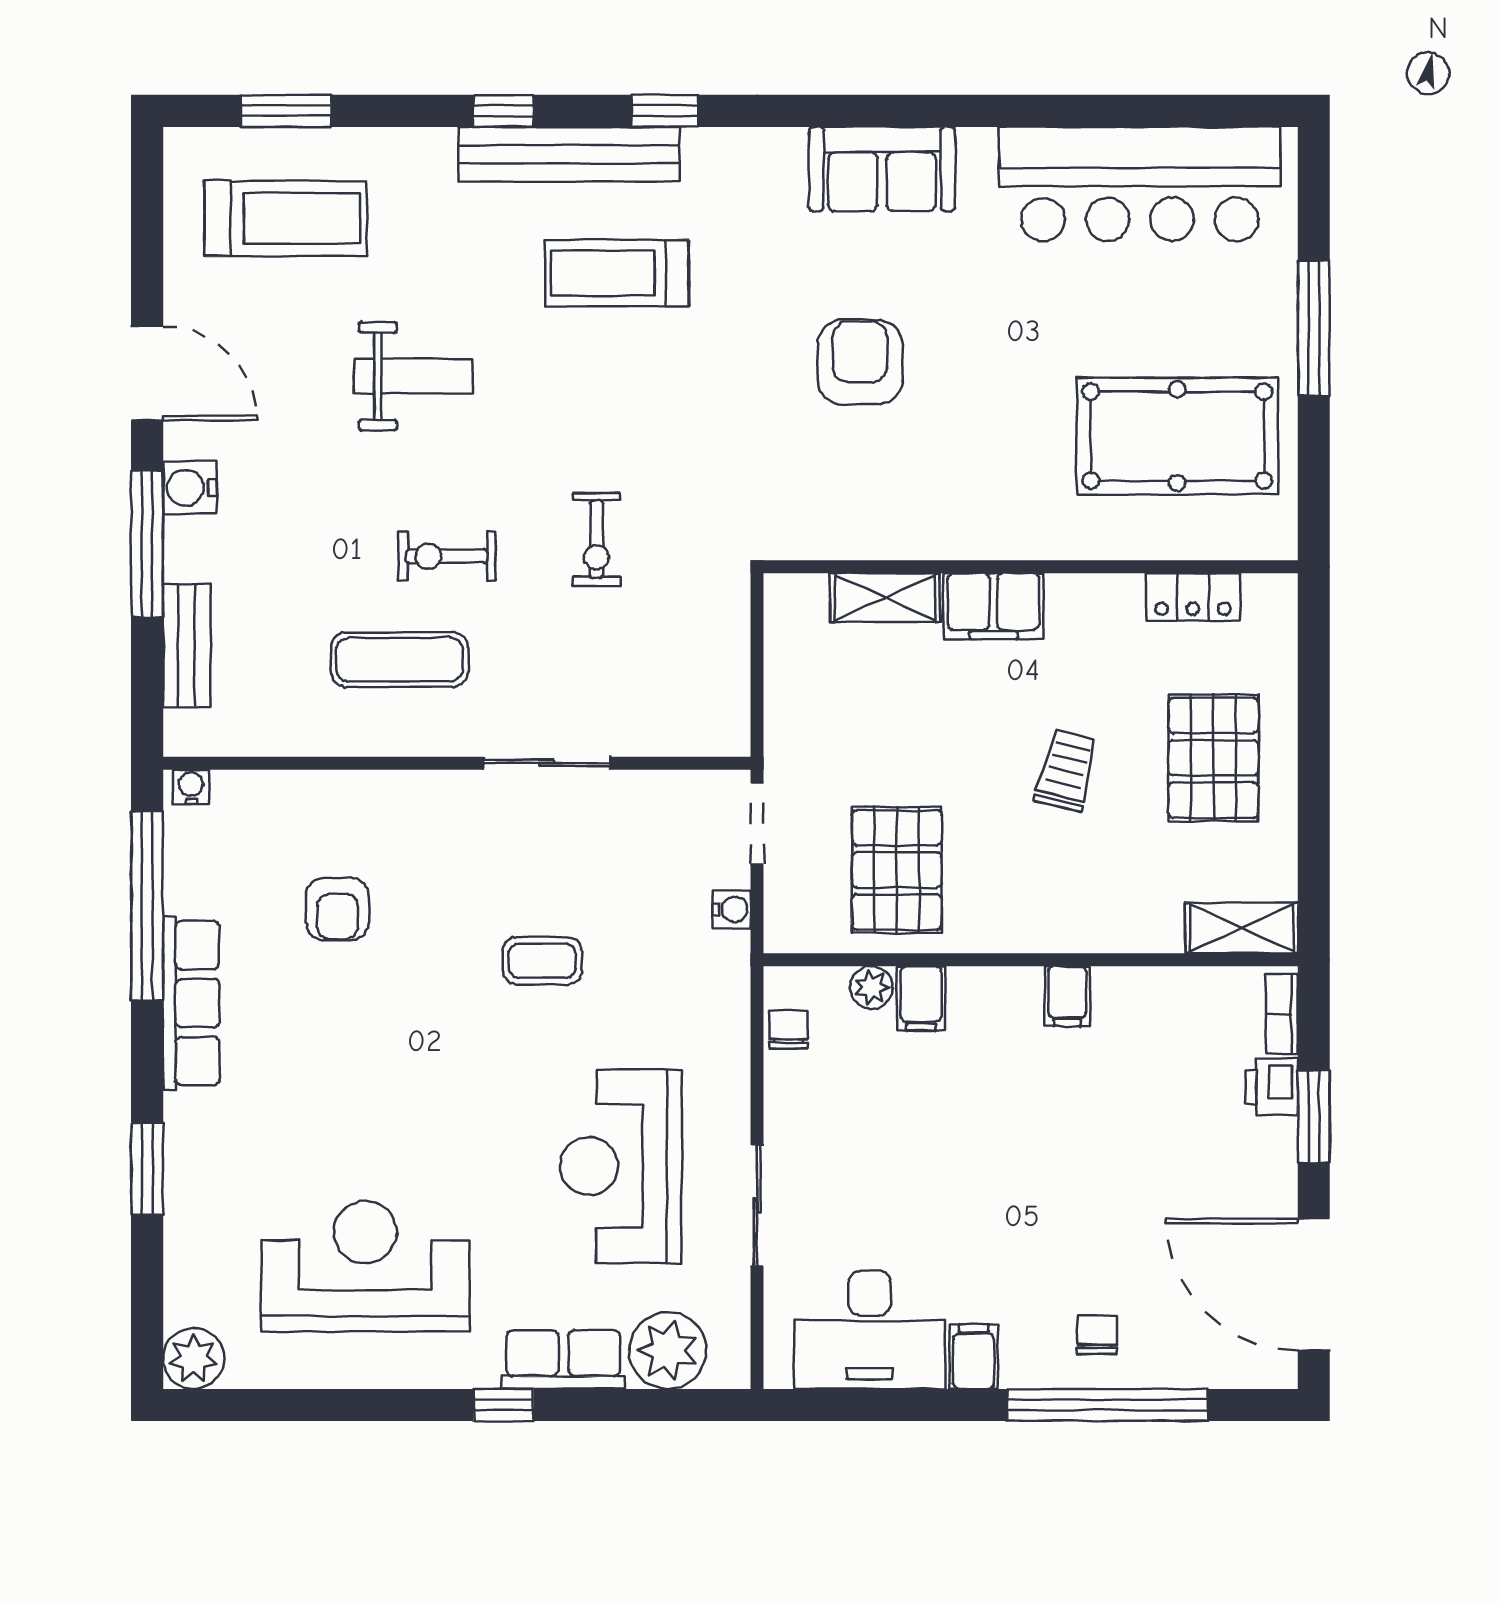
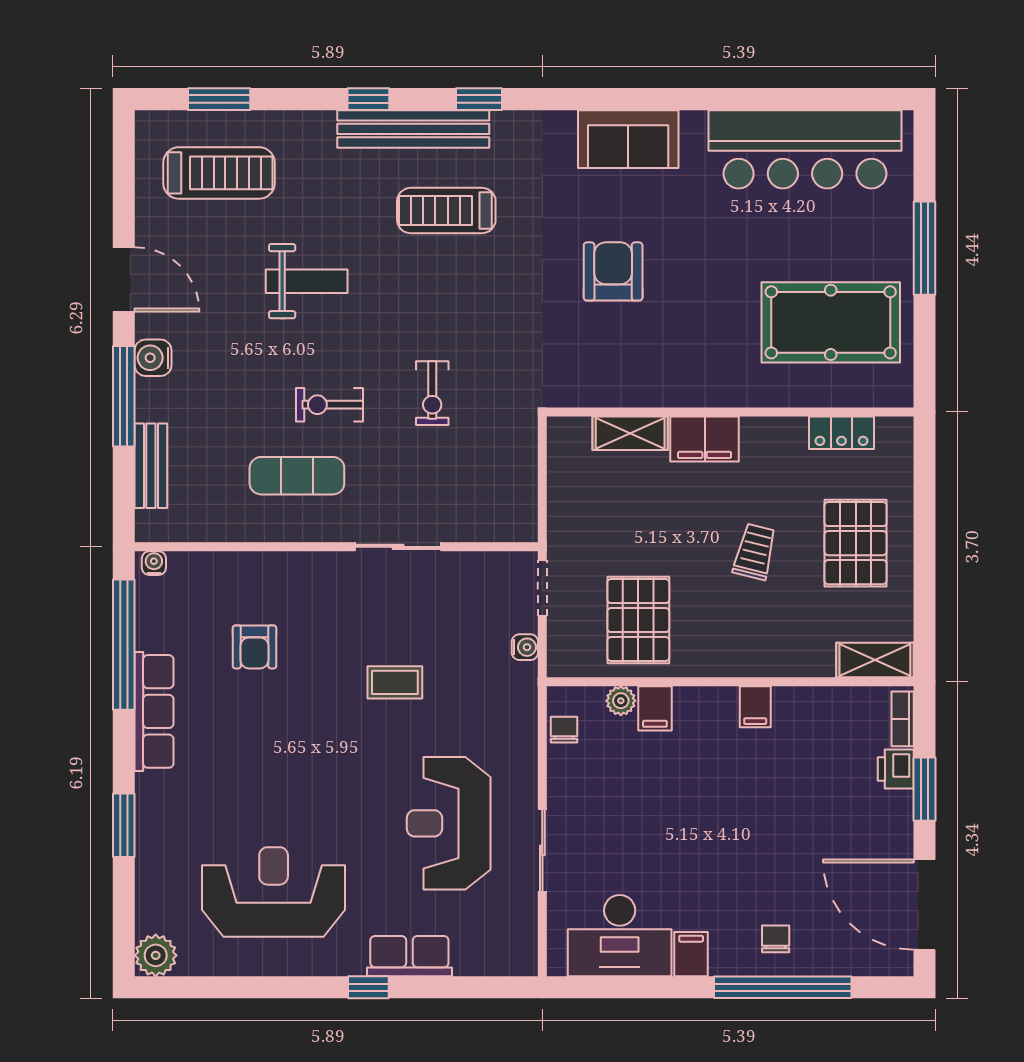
plant: (668, 1351) -> (481, 950), removed

